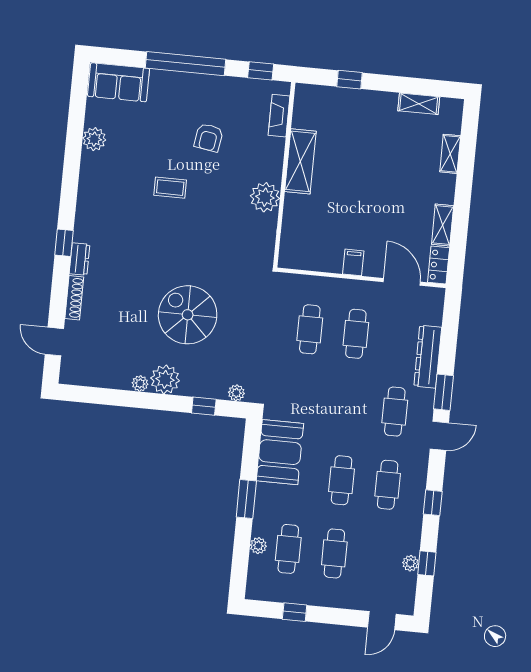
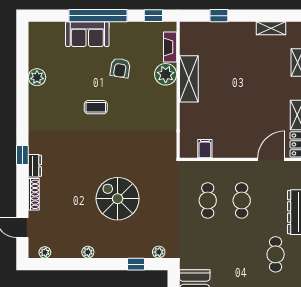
sofa: (118, 82) -> (87, 34), moved
plant: (265, 197) -> (166, 74), moved
filing cabinet: (353, 262) -> (205, 149), moved
door: (402, 282) -> (271, 159), hinge flipped
plant: (165, 379) -> (45, 252), moved, width x0.53, depth x0.53

